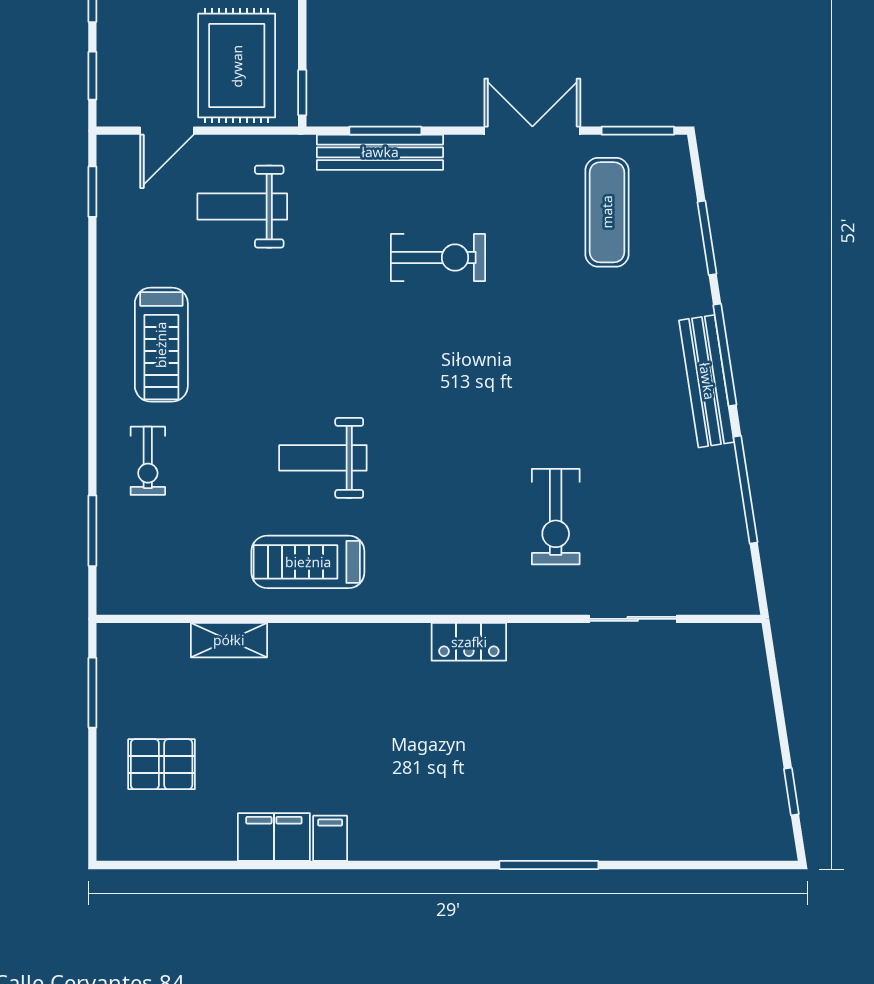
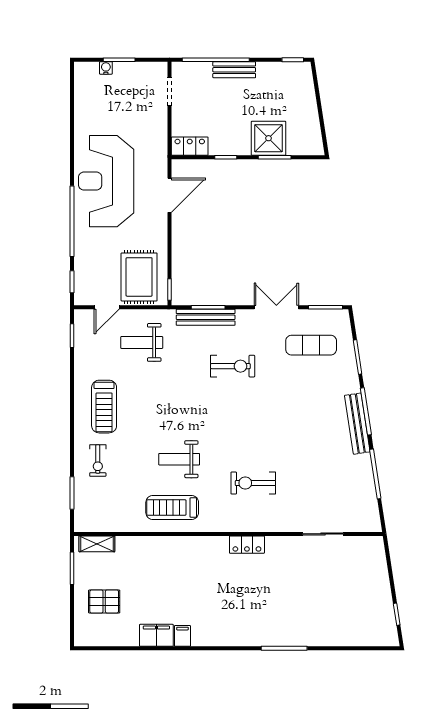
exercise mat: (607, 212) -> (311, 345), turned 90
exercise bike: (556, 517) -> (253, 483), moved, turned 90
shelving: (229, 640) -> (97, 544), moved

